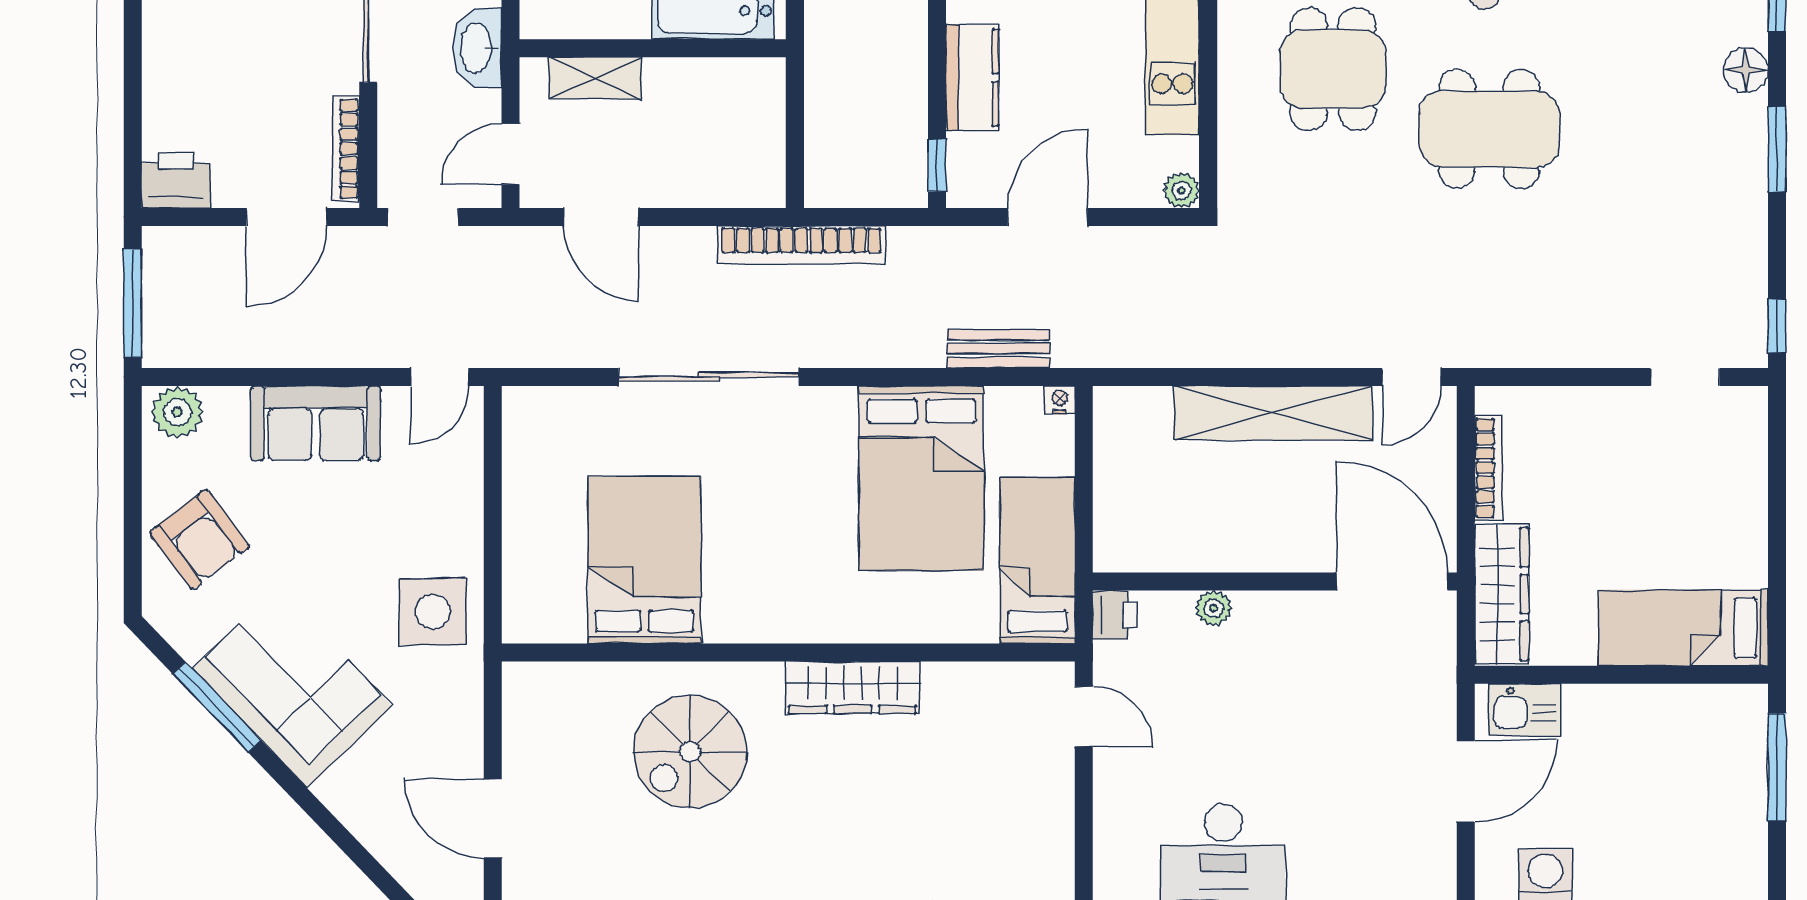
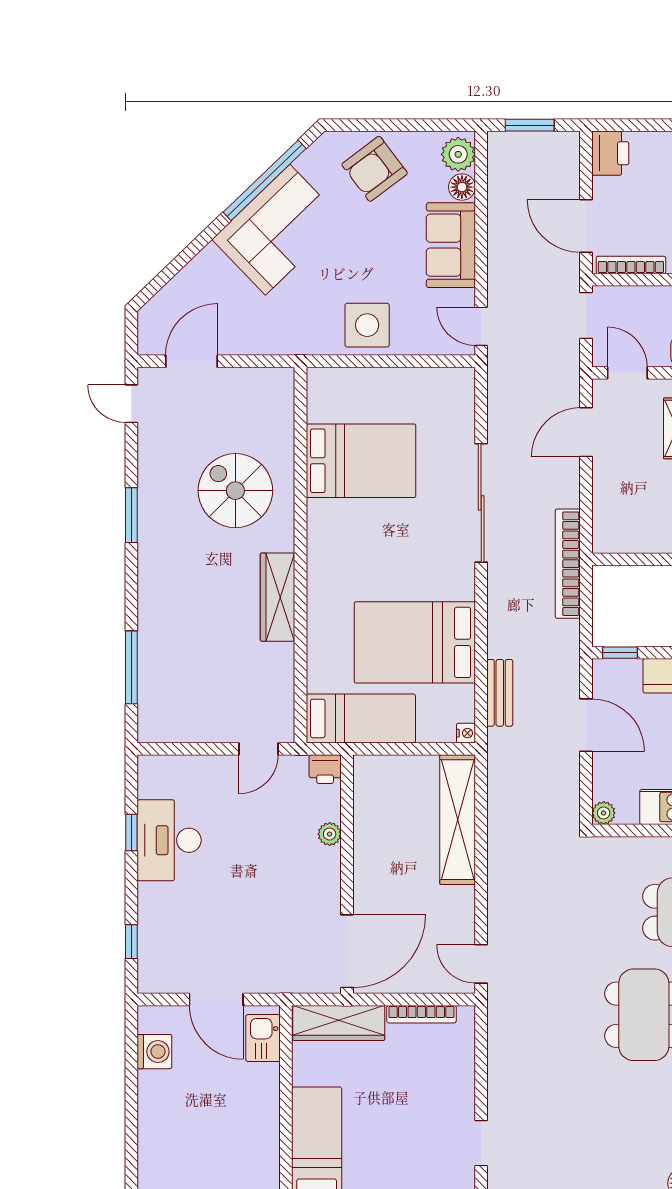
window: (133, 303) -> (530, 125), width x0.69
floor lamp: (227, 406) -> (462, 187), added
shelving: (1273, 413) -> (458, 820), moved
side table: (433, 612) -> (367, 325), moved
window: (217, 707) -> (265, 180), width x1.46

